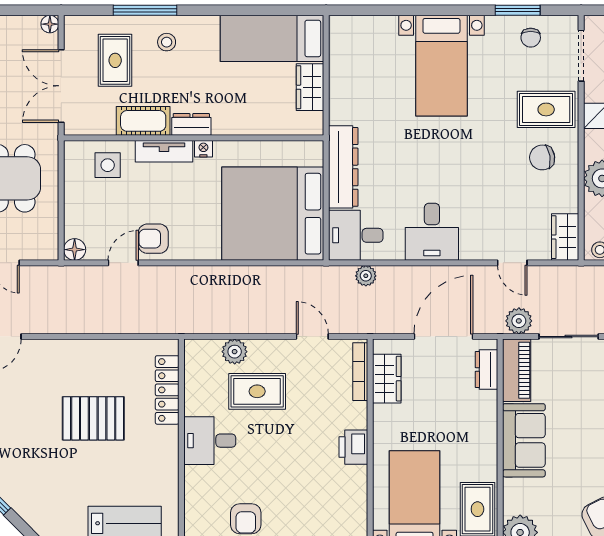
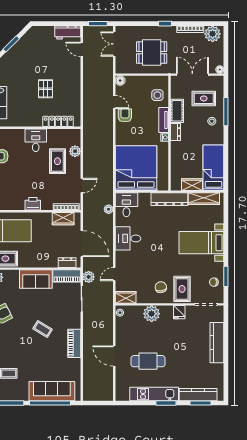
wardrobe: (342, 60) -> (204, 199), added
dresser: (343, 167) -> (169, 199), moved
pallet: (93, 418) -> (46, 89), width x0.67, depth x0.71

